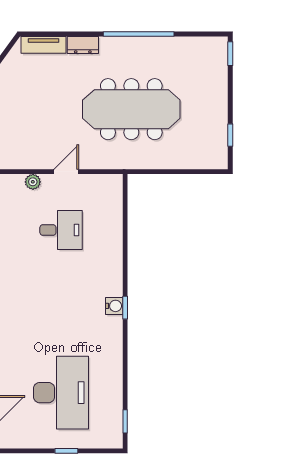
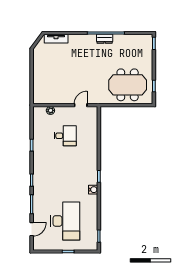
dresser: (83, 45) -> (105, 39), moved
meeting table: (131, 109) -> (128, 85), moved, width x0.73
door: (66, 172) -> (81, 105), moved
water cooler: (114, 306) -> (93, 190), moved

